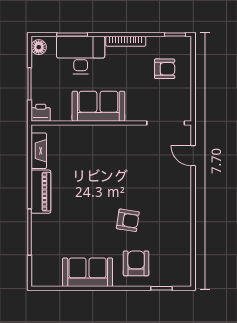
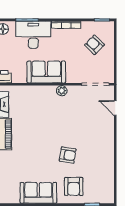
armchair: (165, 69) -> (94, 45), turned -136
plant: (120, 132) -> (62, 91), added
armchair: (136, 263) -> (74, 186), turned 180

